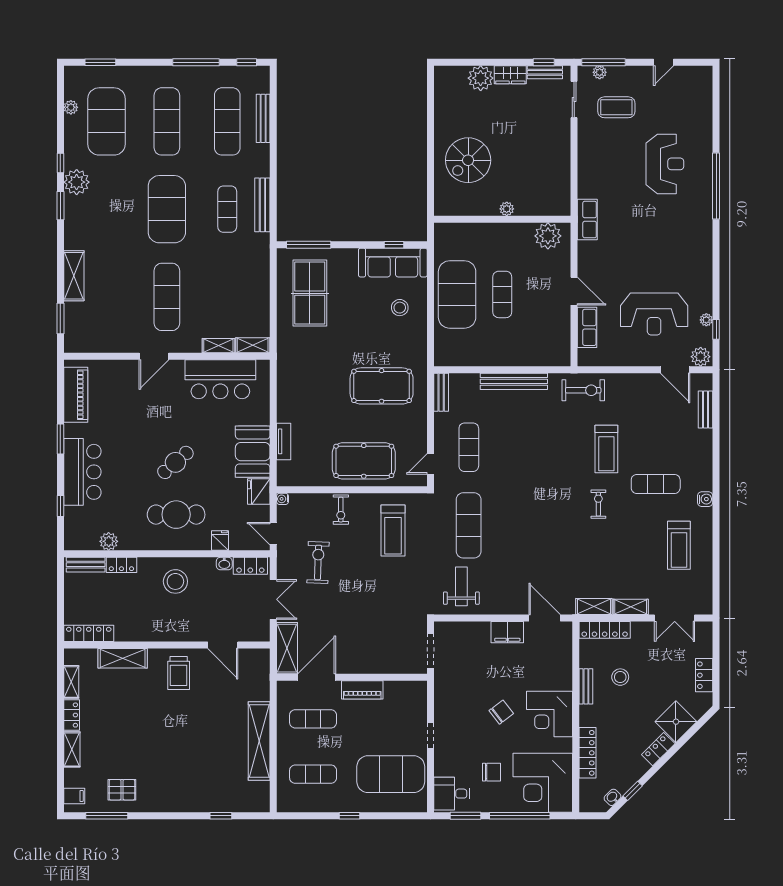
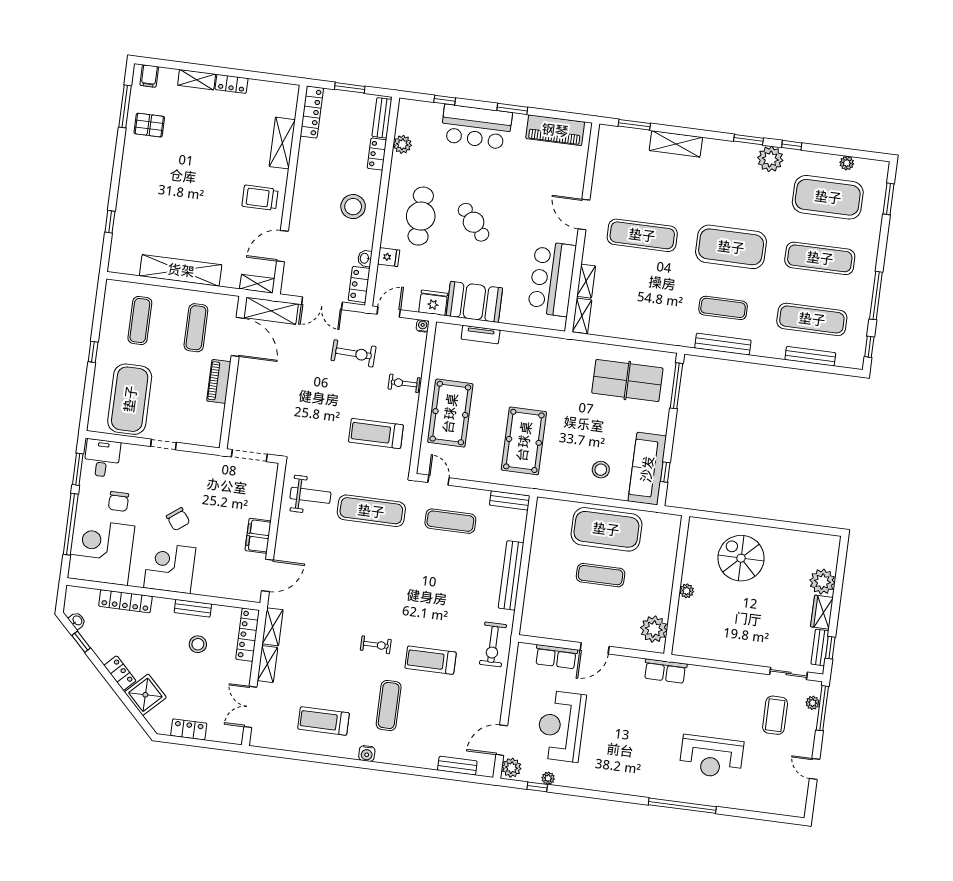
window: (60, 600) -> (350, 88), added
shelving: (71, 682) -> (257, 284), moved
pallet: (122, 790) -> (149, 125), turned 90

